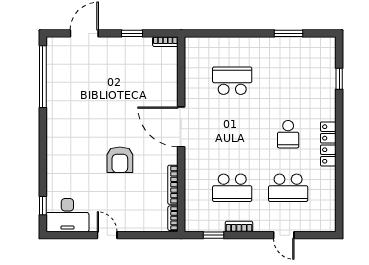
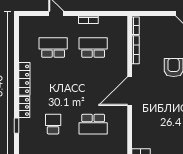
locker: (328, 105) -> (24, 107), added
door: (181, 127) -> (130, 91), swing flipped
school desk: (288, 134) -> (53, 124), moved
window: (213, 235) -> (107, 14), removed

